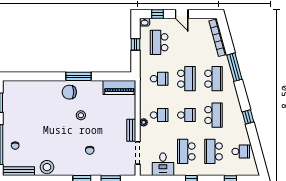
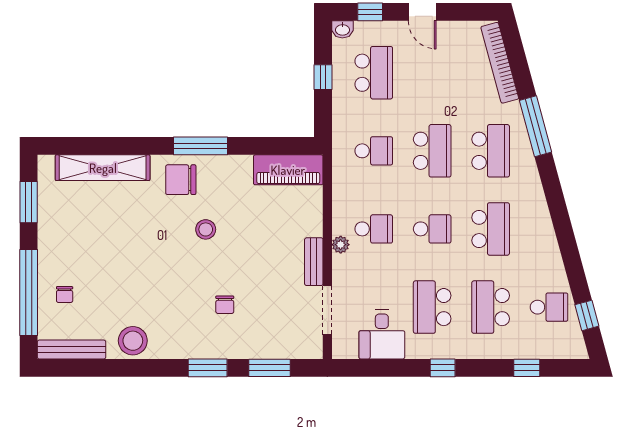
school desk: (159, 42) -> (374, 73), turned 180
shelving: (33, 86) -> (103, 168), added
window: (248, 117) -> (587, 315), moved

